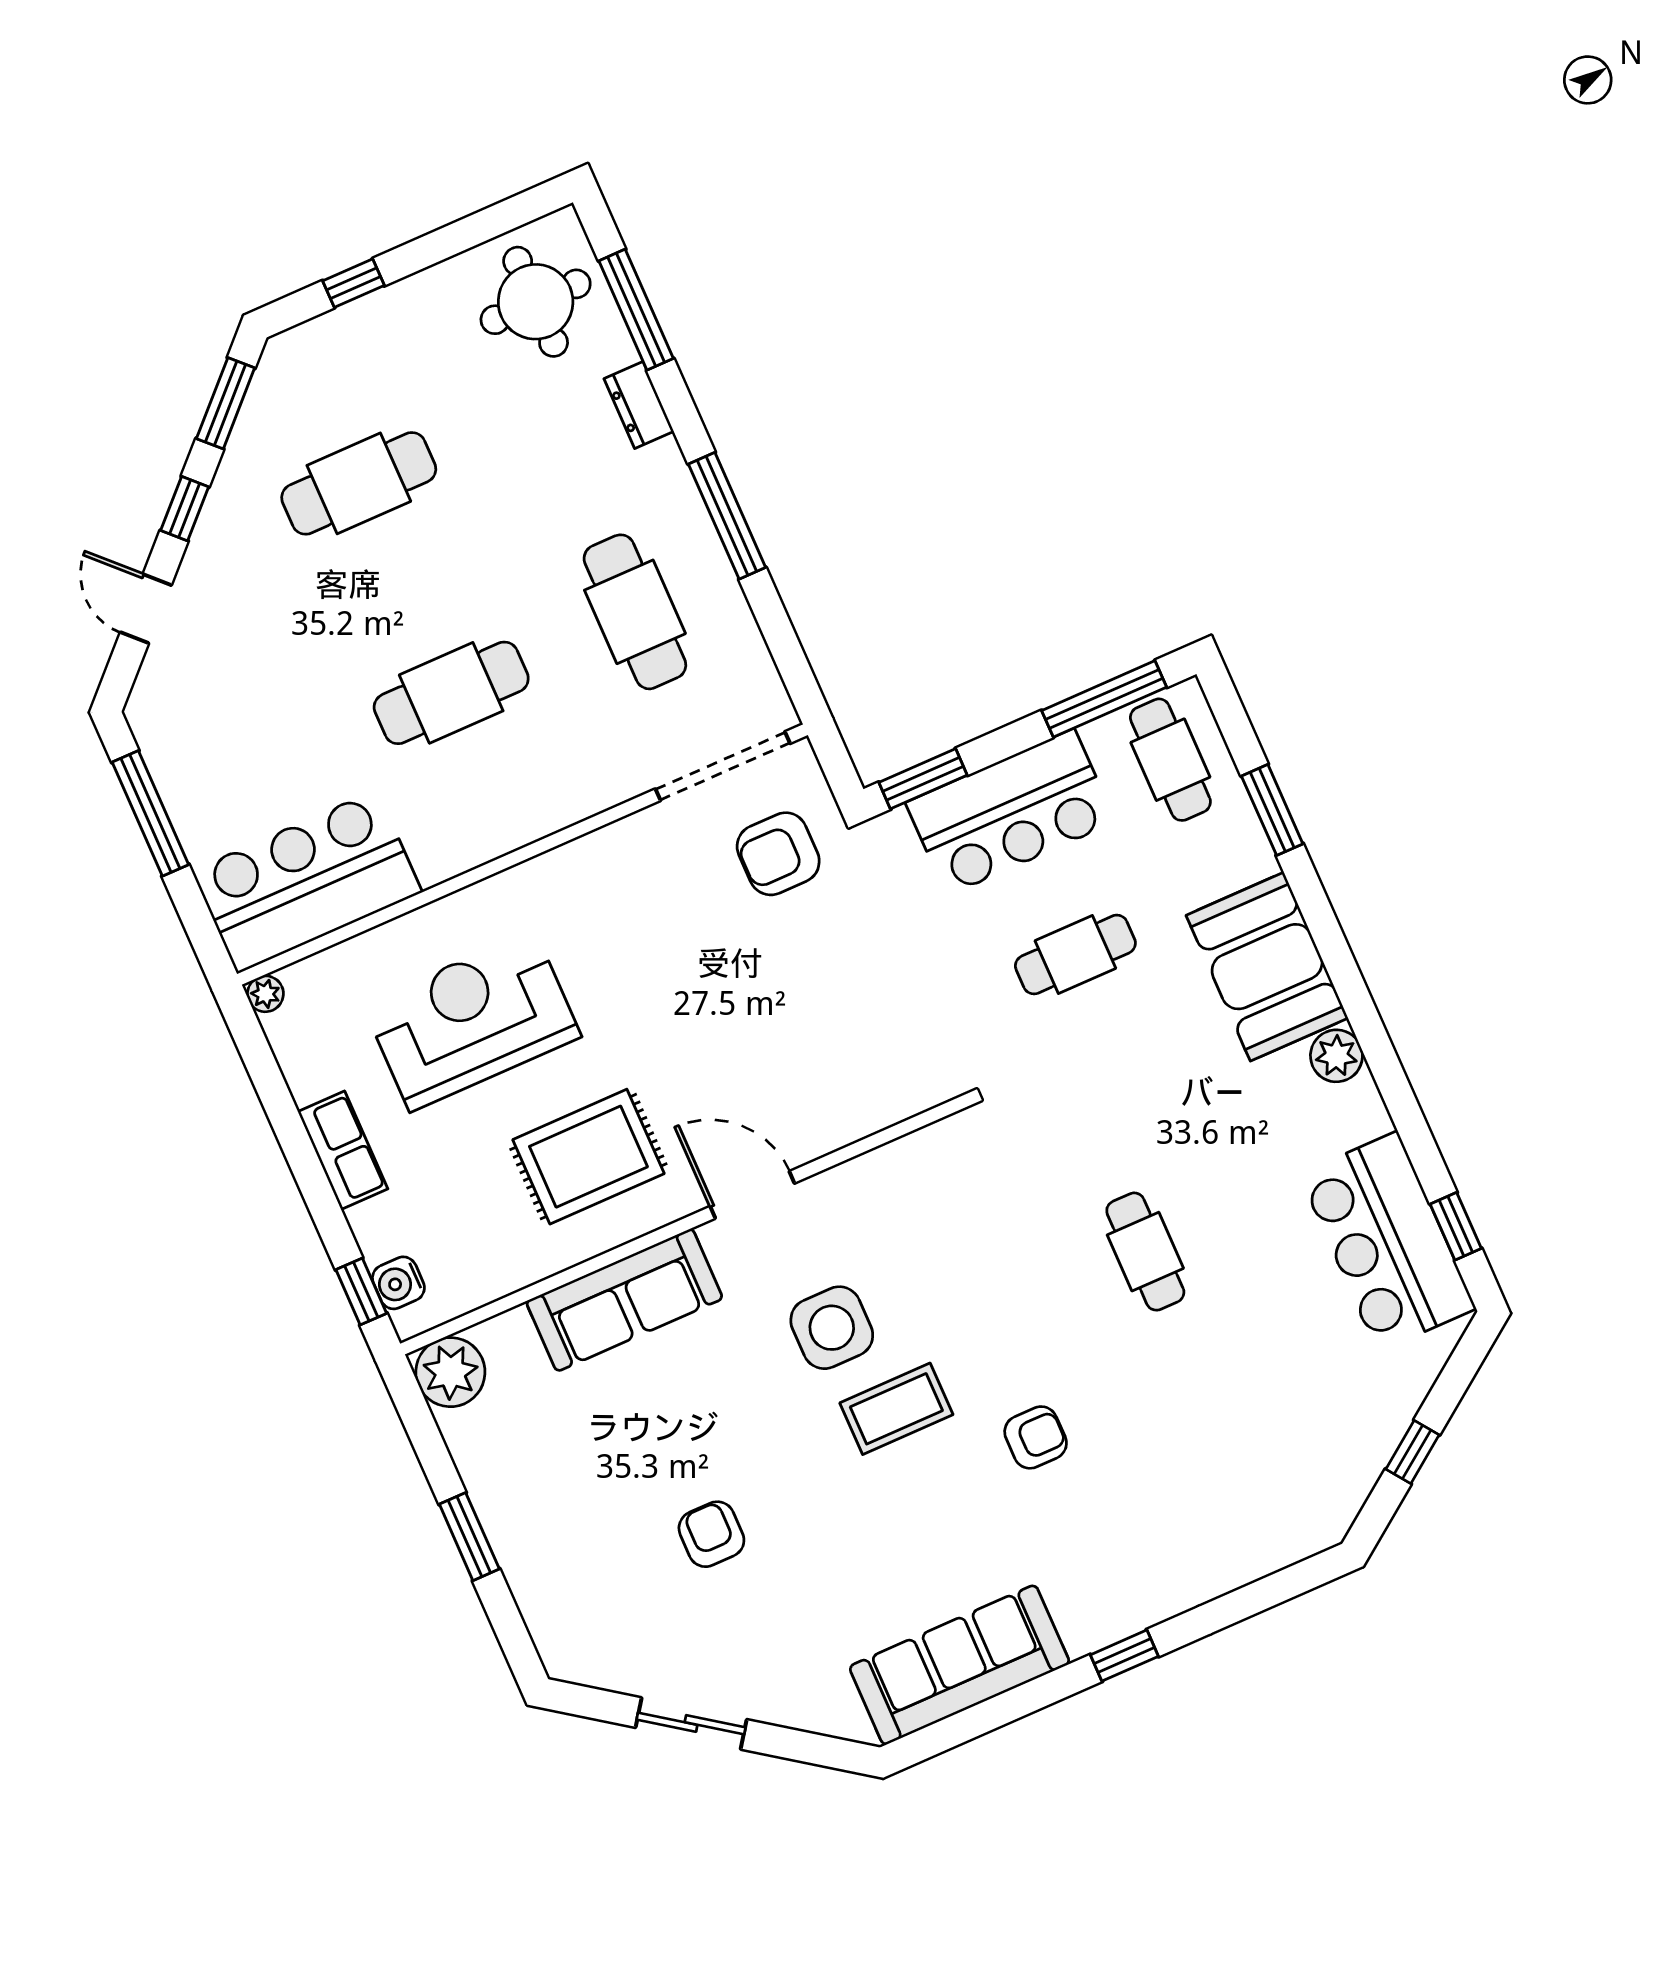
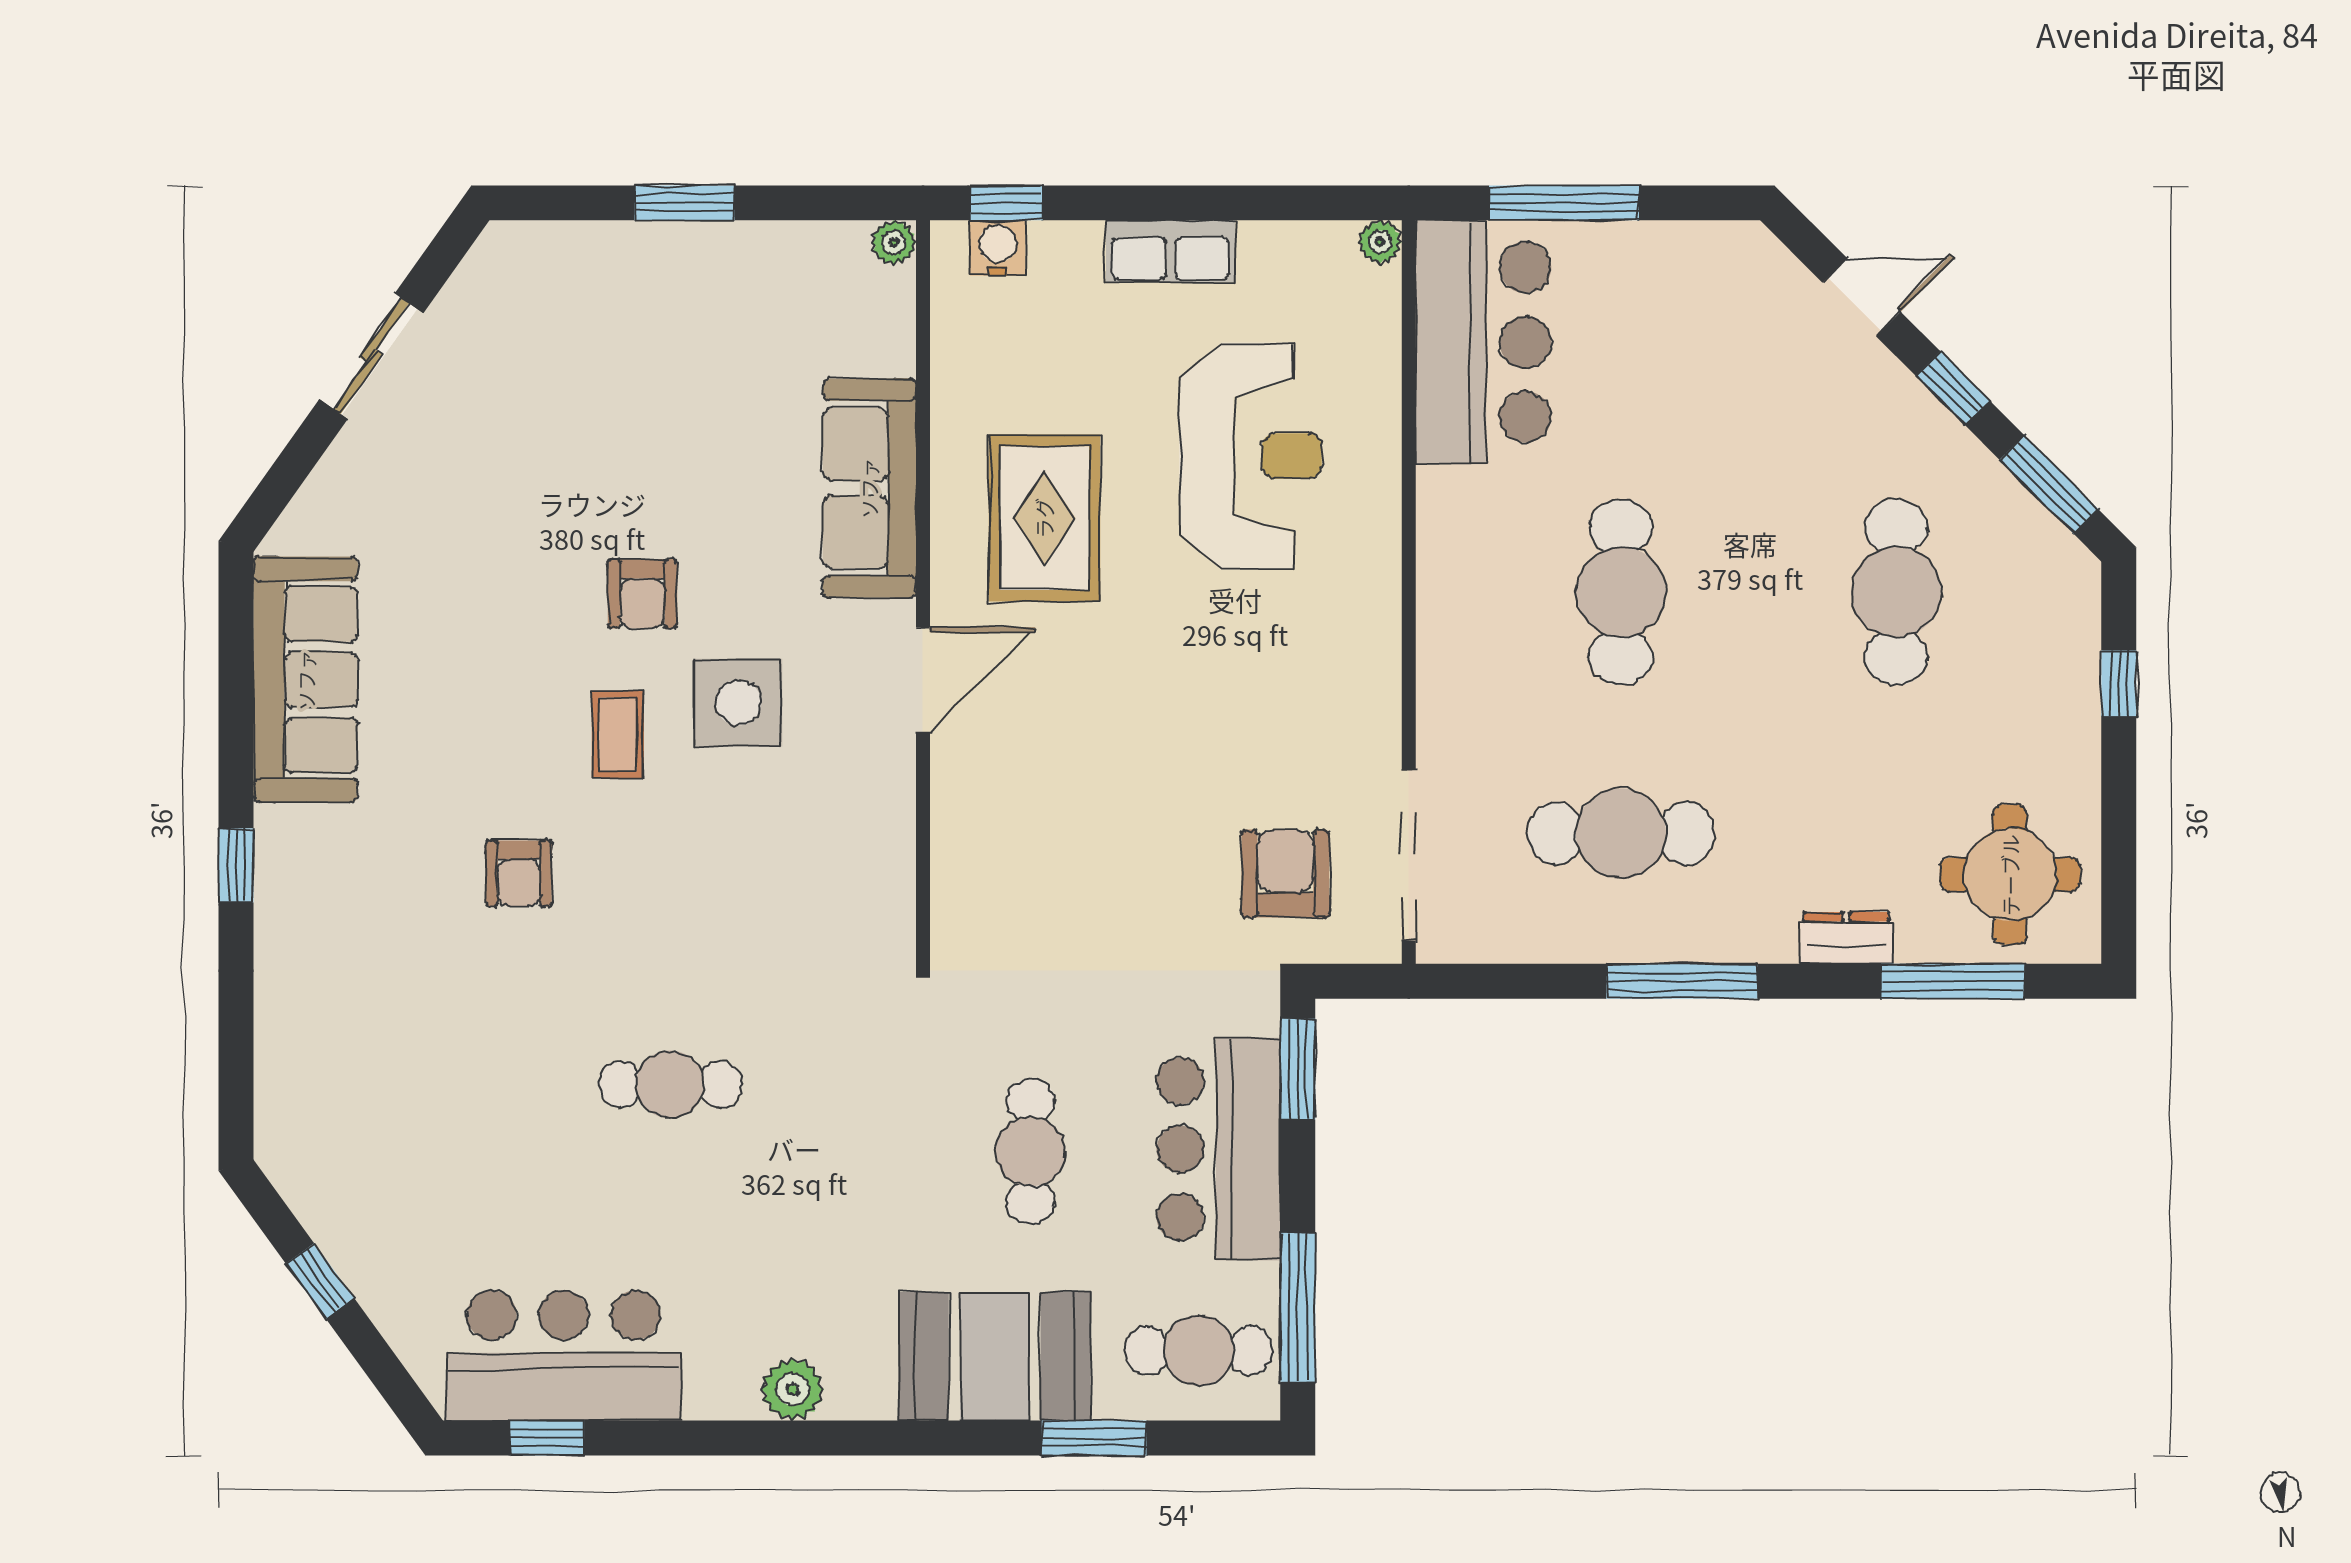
window: (150, 813) -> (1564, 203), moved
booth: (1267, 967) -> (995, 1356), moved
plant: (450, 1372) -> (894, 242), width x0.53, depth x0.53
coffee table: (896, 1409) -> (618, 734), width x0.73, depth x0.77
armchair: (711, 1534) -> (642, 594), moved, turned 90

